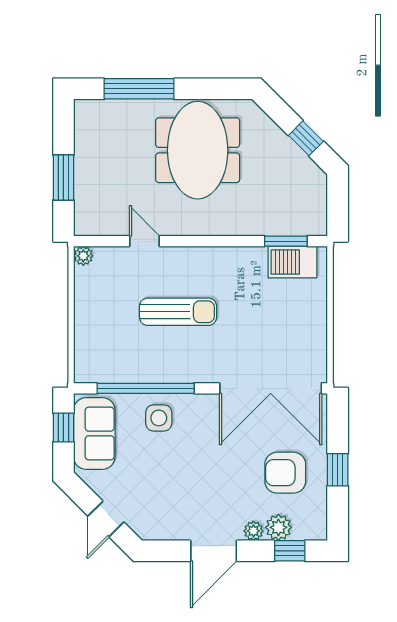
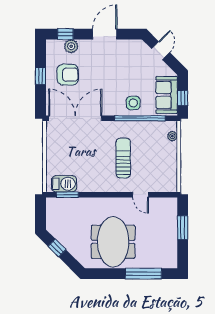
plant: (83, 256) -> (172, 136), moved
sun lounger: (178, 312) -> (123, 158), turned 90
plant: (253, 531) -> (84, 44), removed

